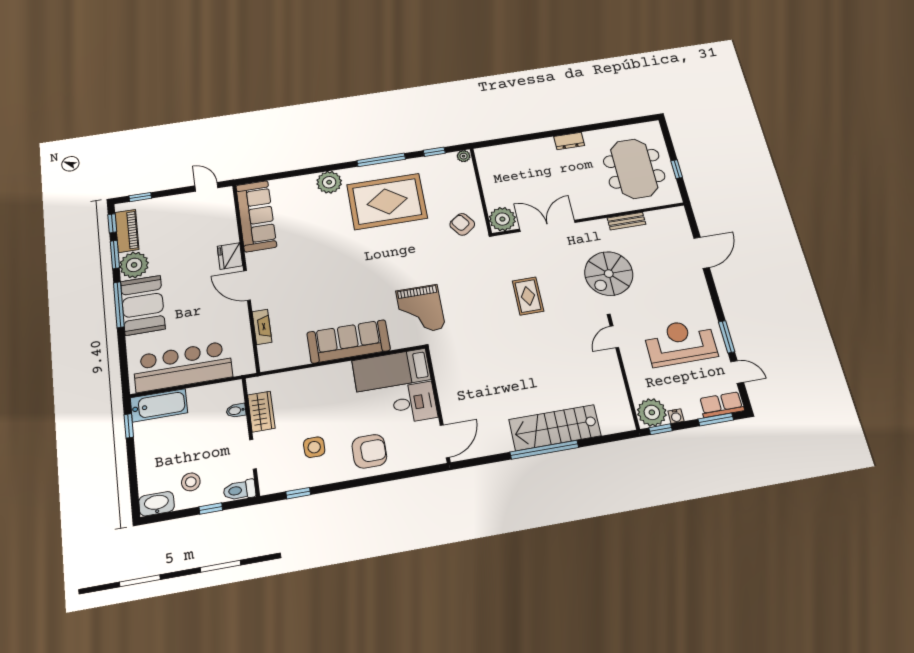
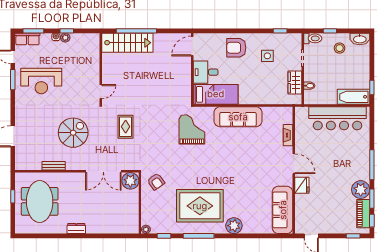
booth: (143, 305) -> (358, 162), removed
door: (614, 337) -> (101, 92), moved
wall: (624, 372) -> (101, 69), moved
plant: (652, 412) -> (65, 38), width x0.53, depth x0.53

